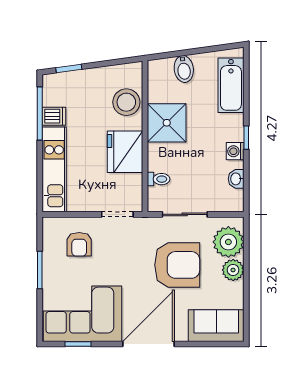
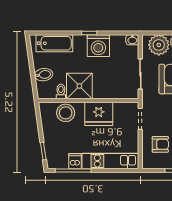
washing machine: (235, 151) -> (98, 46), width x1.89, depth x1.89
toilet: (159, 179) -> (61, 91), moved
washbasin: (236, 179) -> (132, 40), moved

